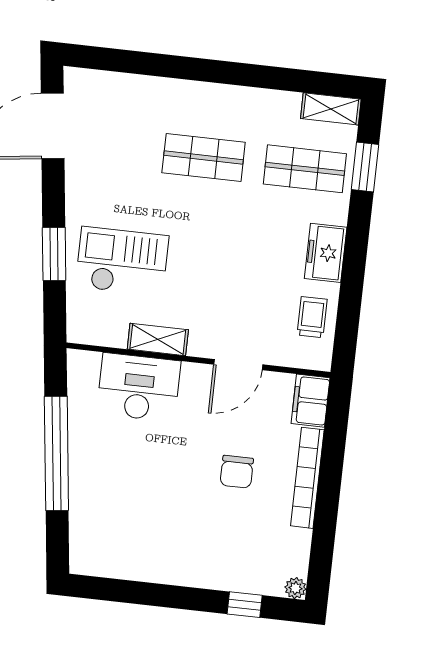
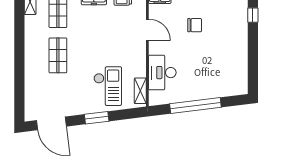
window: (54, 254) -> (97, 118), moved
checkout: (122, 261) -> (108, 86), turned 180
shelving: (158, 339) -> (140, 91), moved

